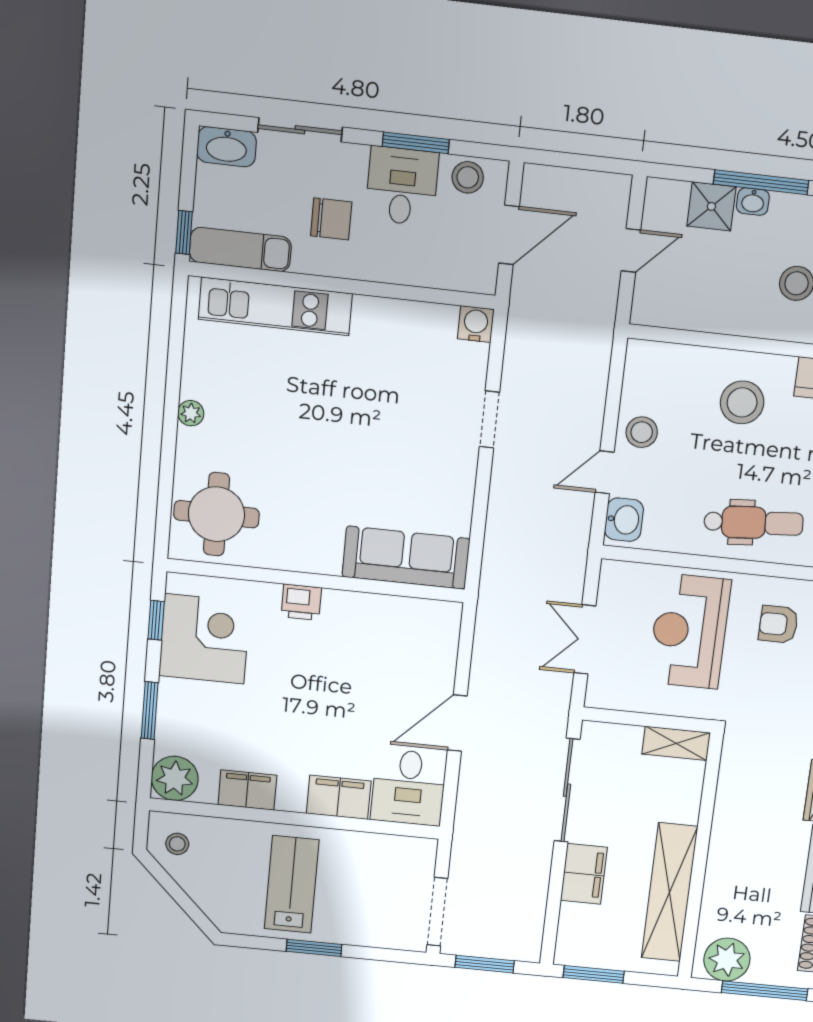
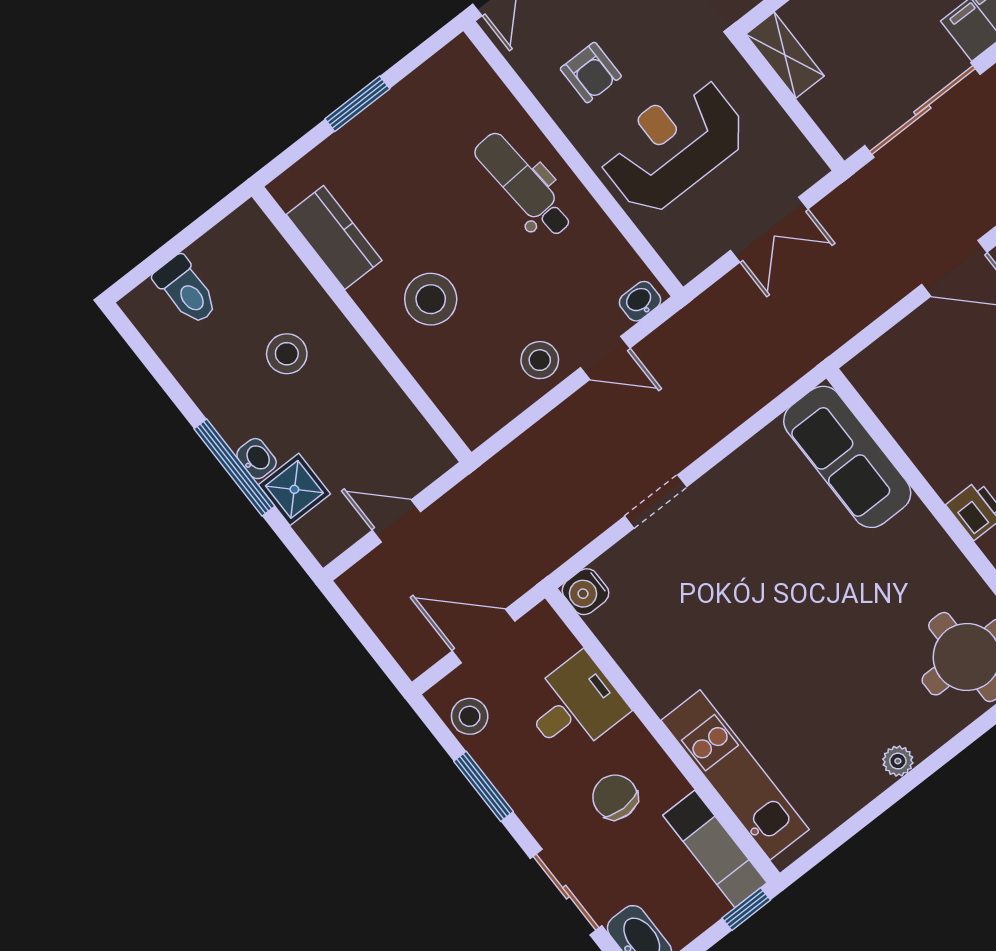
desk: (402, 186) -> (575, 705), moved, turned 180
washbasin: (624, 520) -> (640, 301), width x0.72, depth x0.69
reception desk: (689, 631) -> (673, 145), turned 180

